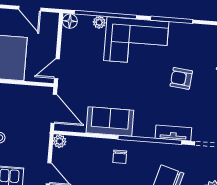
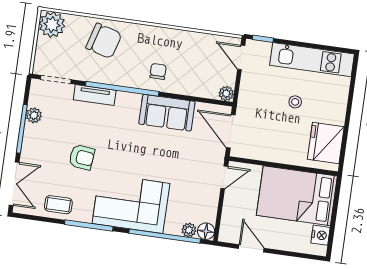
plant: (99, 22) -> (189, 230), moved
coffee table: (199, 36) -> (58, 205), added

